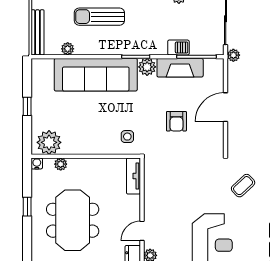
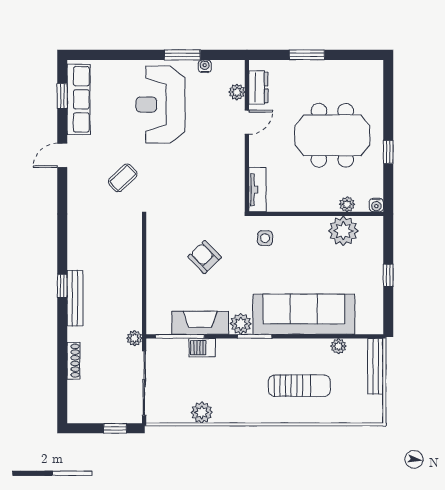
door: (226, 107) -> (144, 274), removed
armchair: (176, 121) -> (205, 257), turned -44
plant: (49, 142) -> (343, 231), moved
meeting table: (73, 220) -> (332, 135), turned 90

